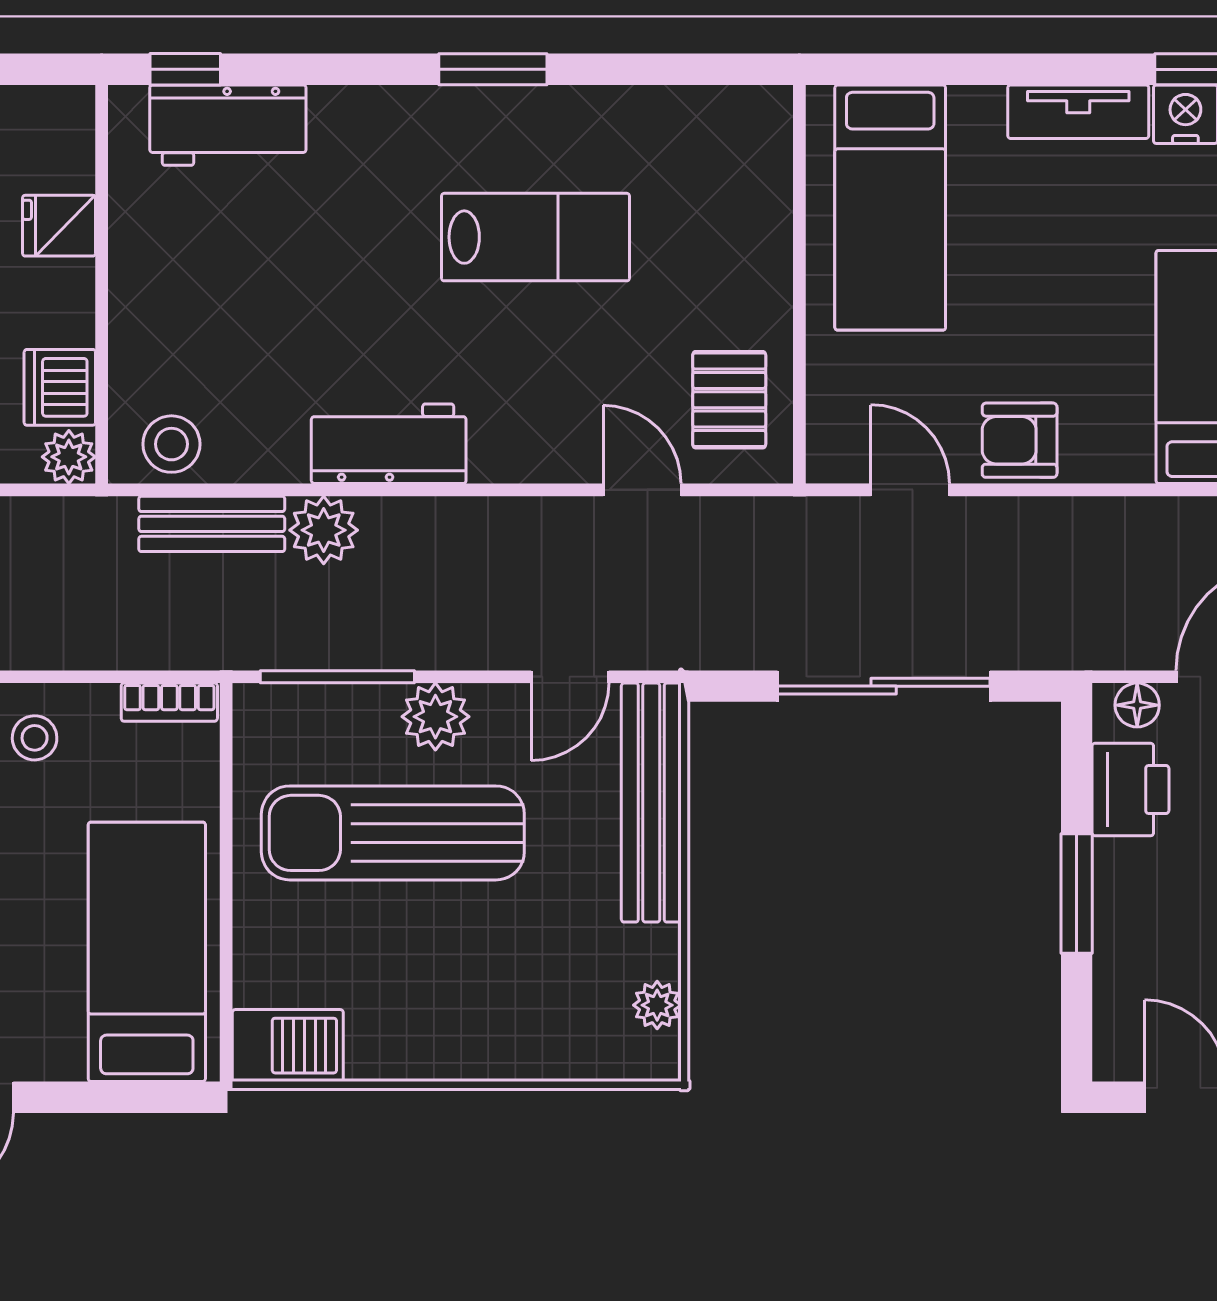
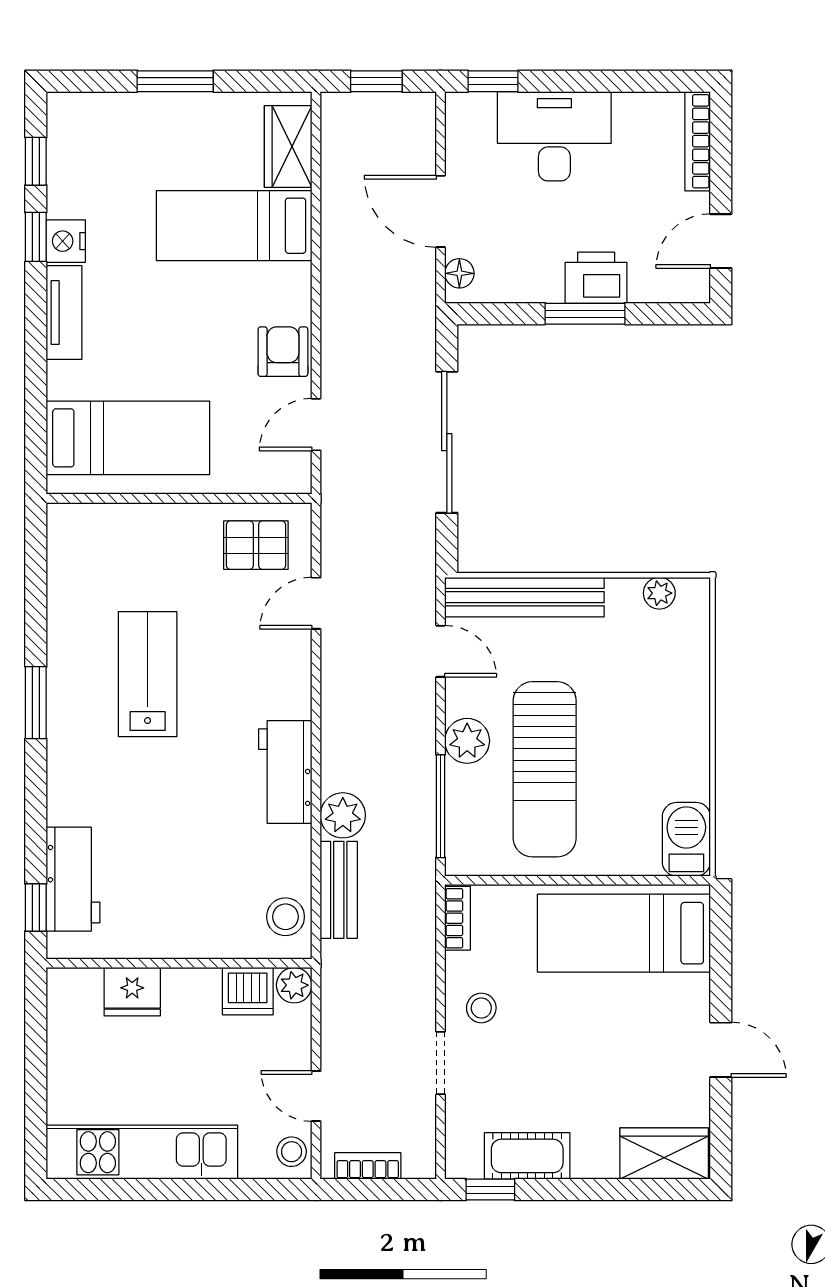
fridge: (59, 226) -> (132, 992), width x1.38
armchair: (1020, 440) -> (283, 352), turned 180
printer: (1130, 790) -> (596, 278), moved

